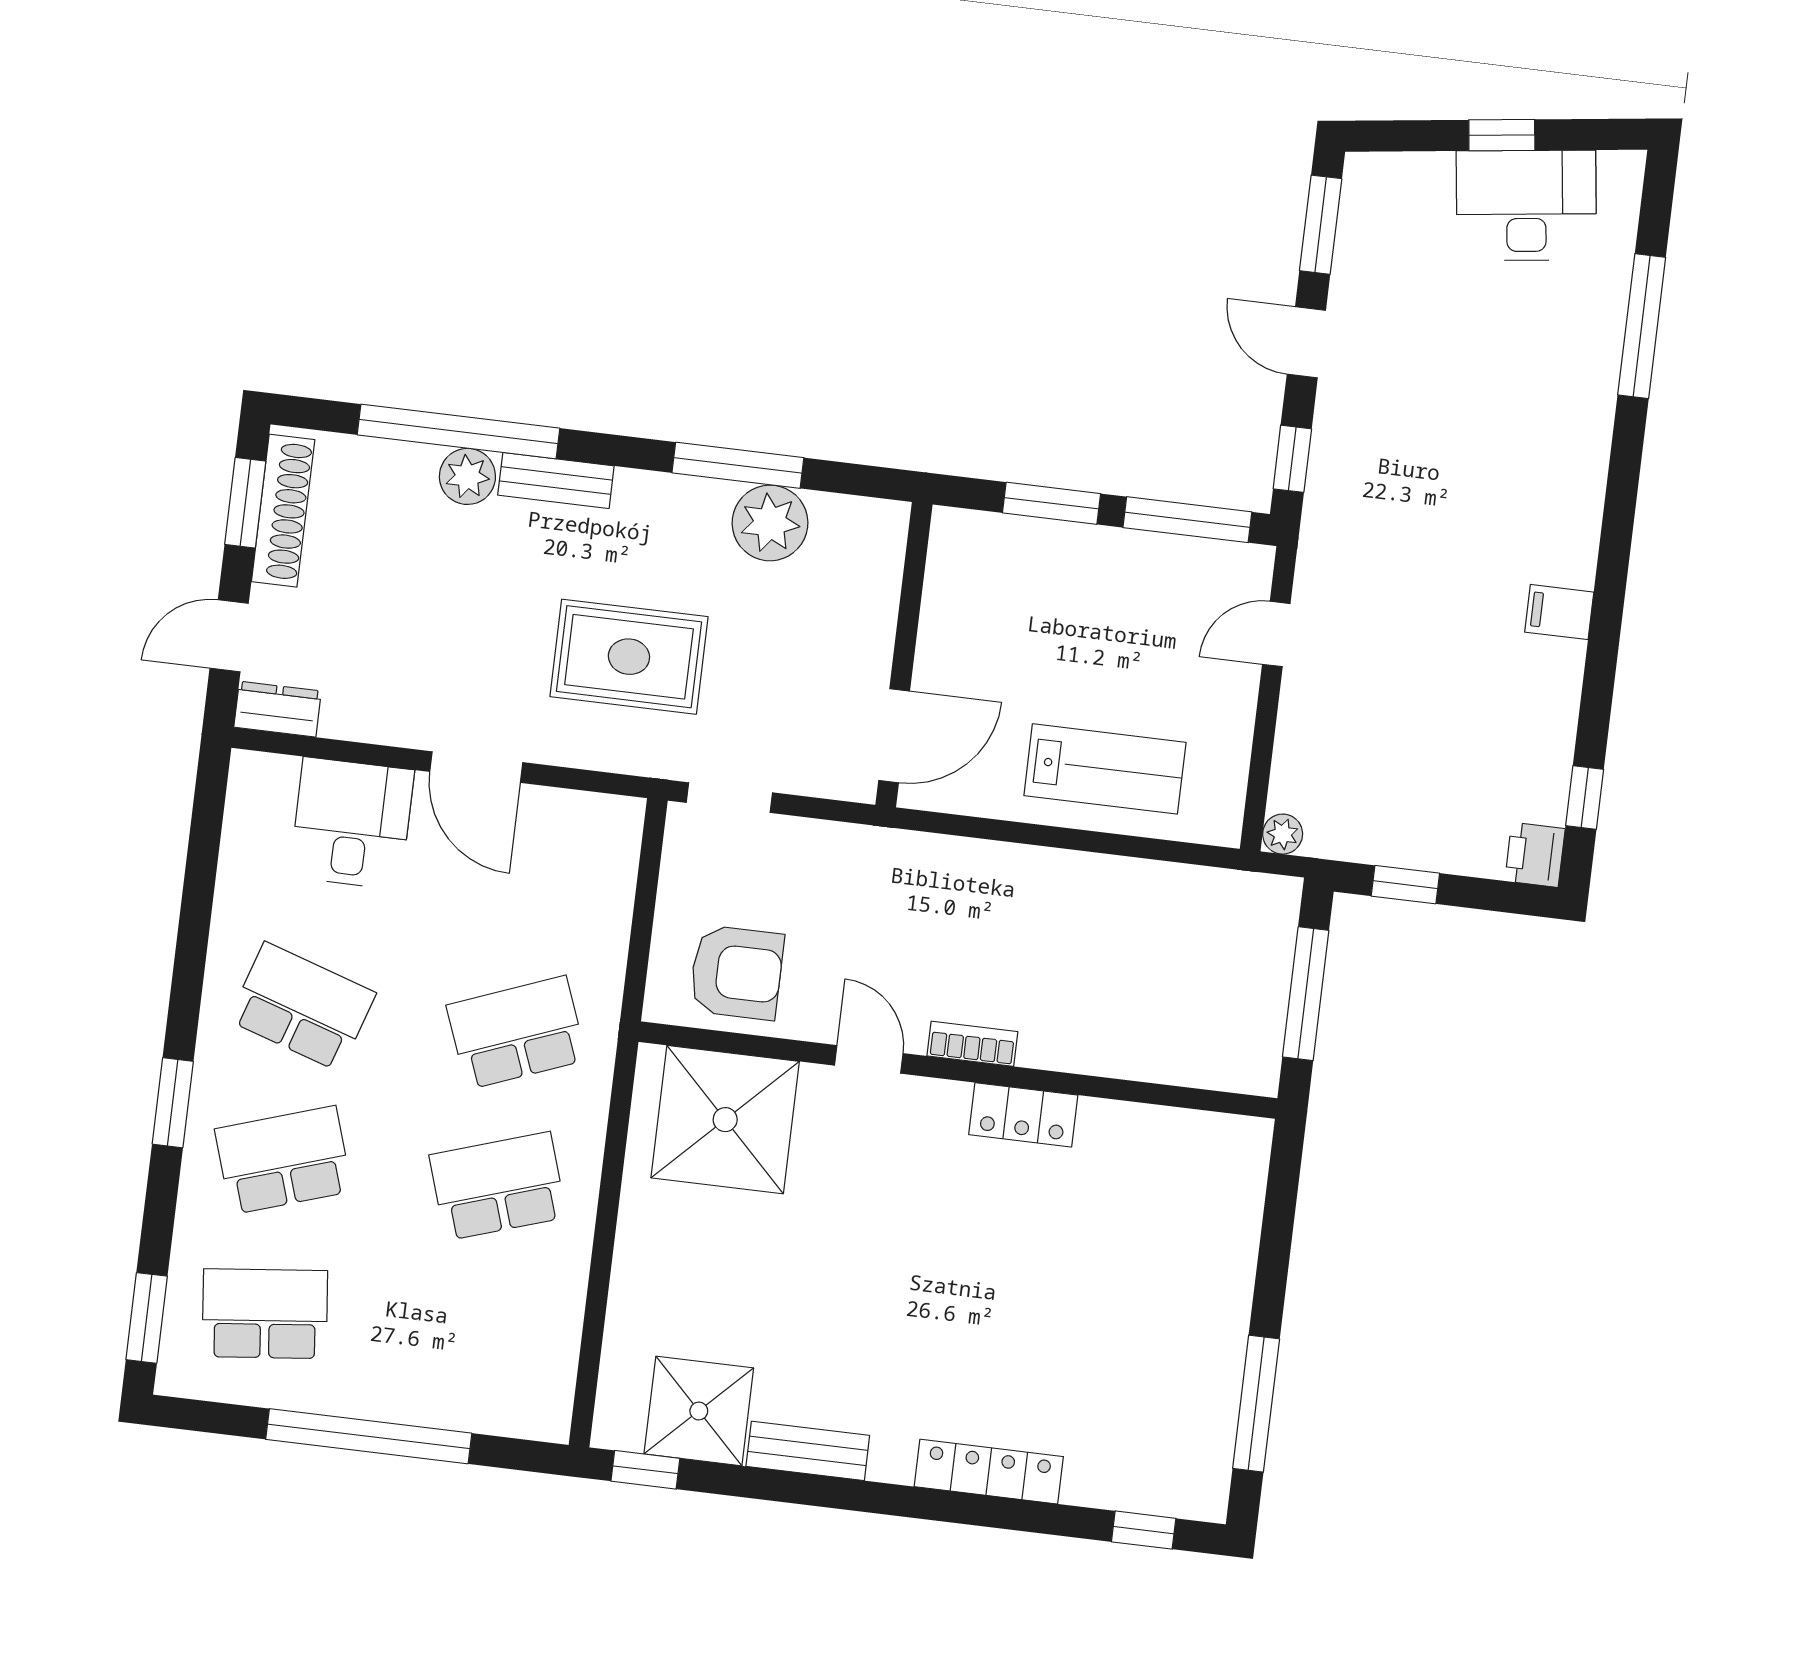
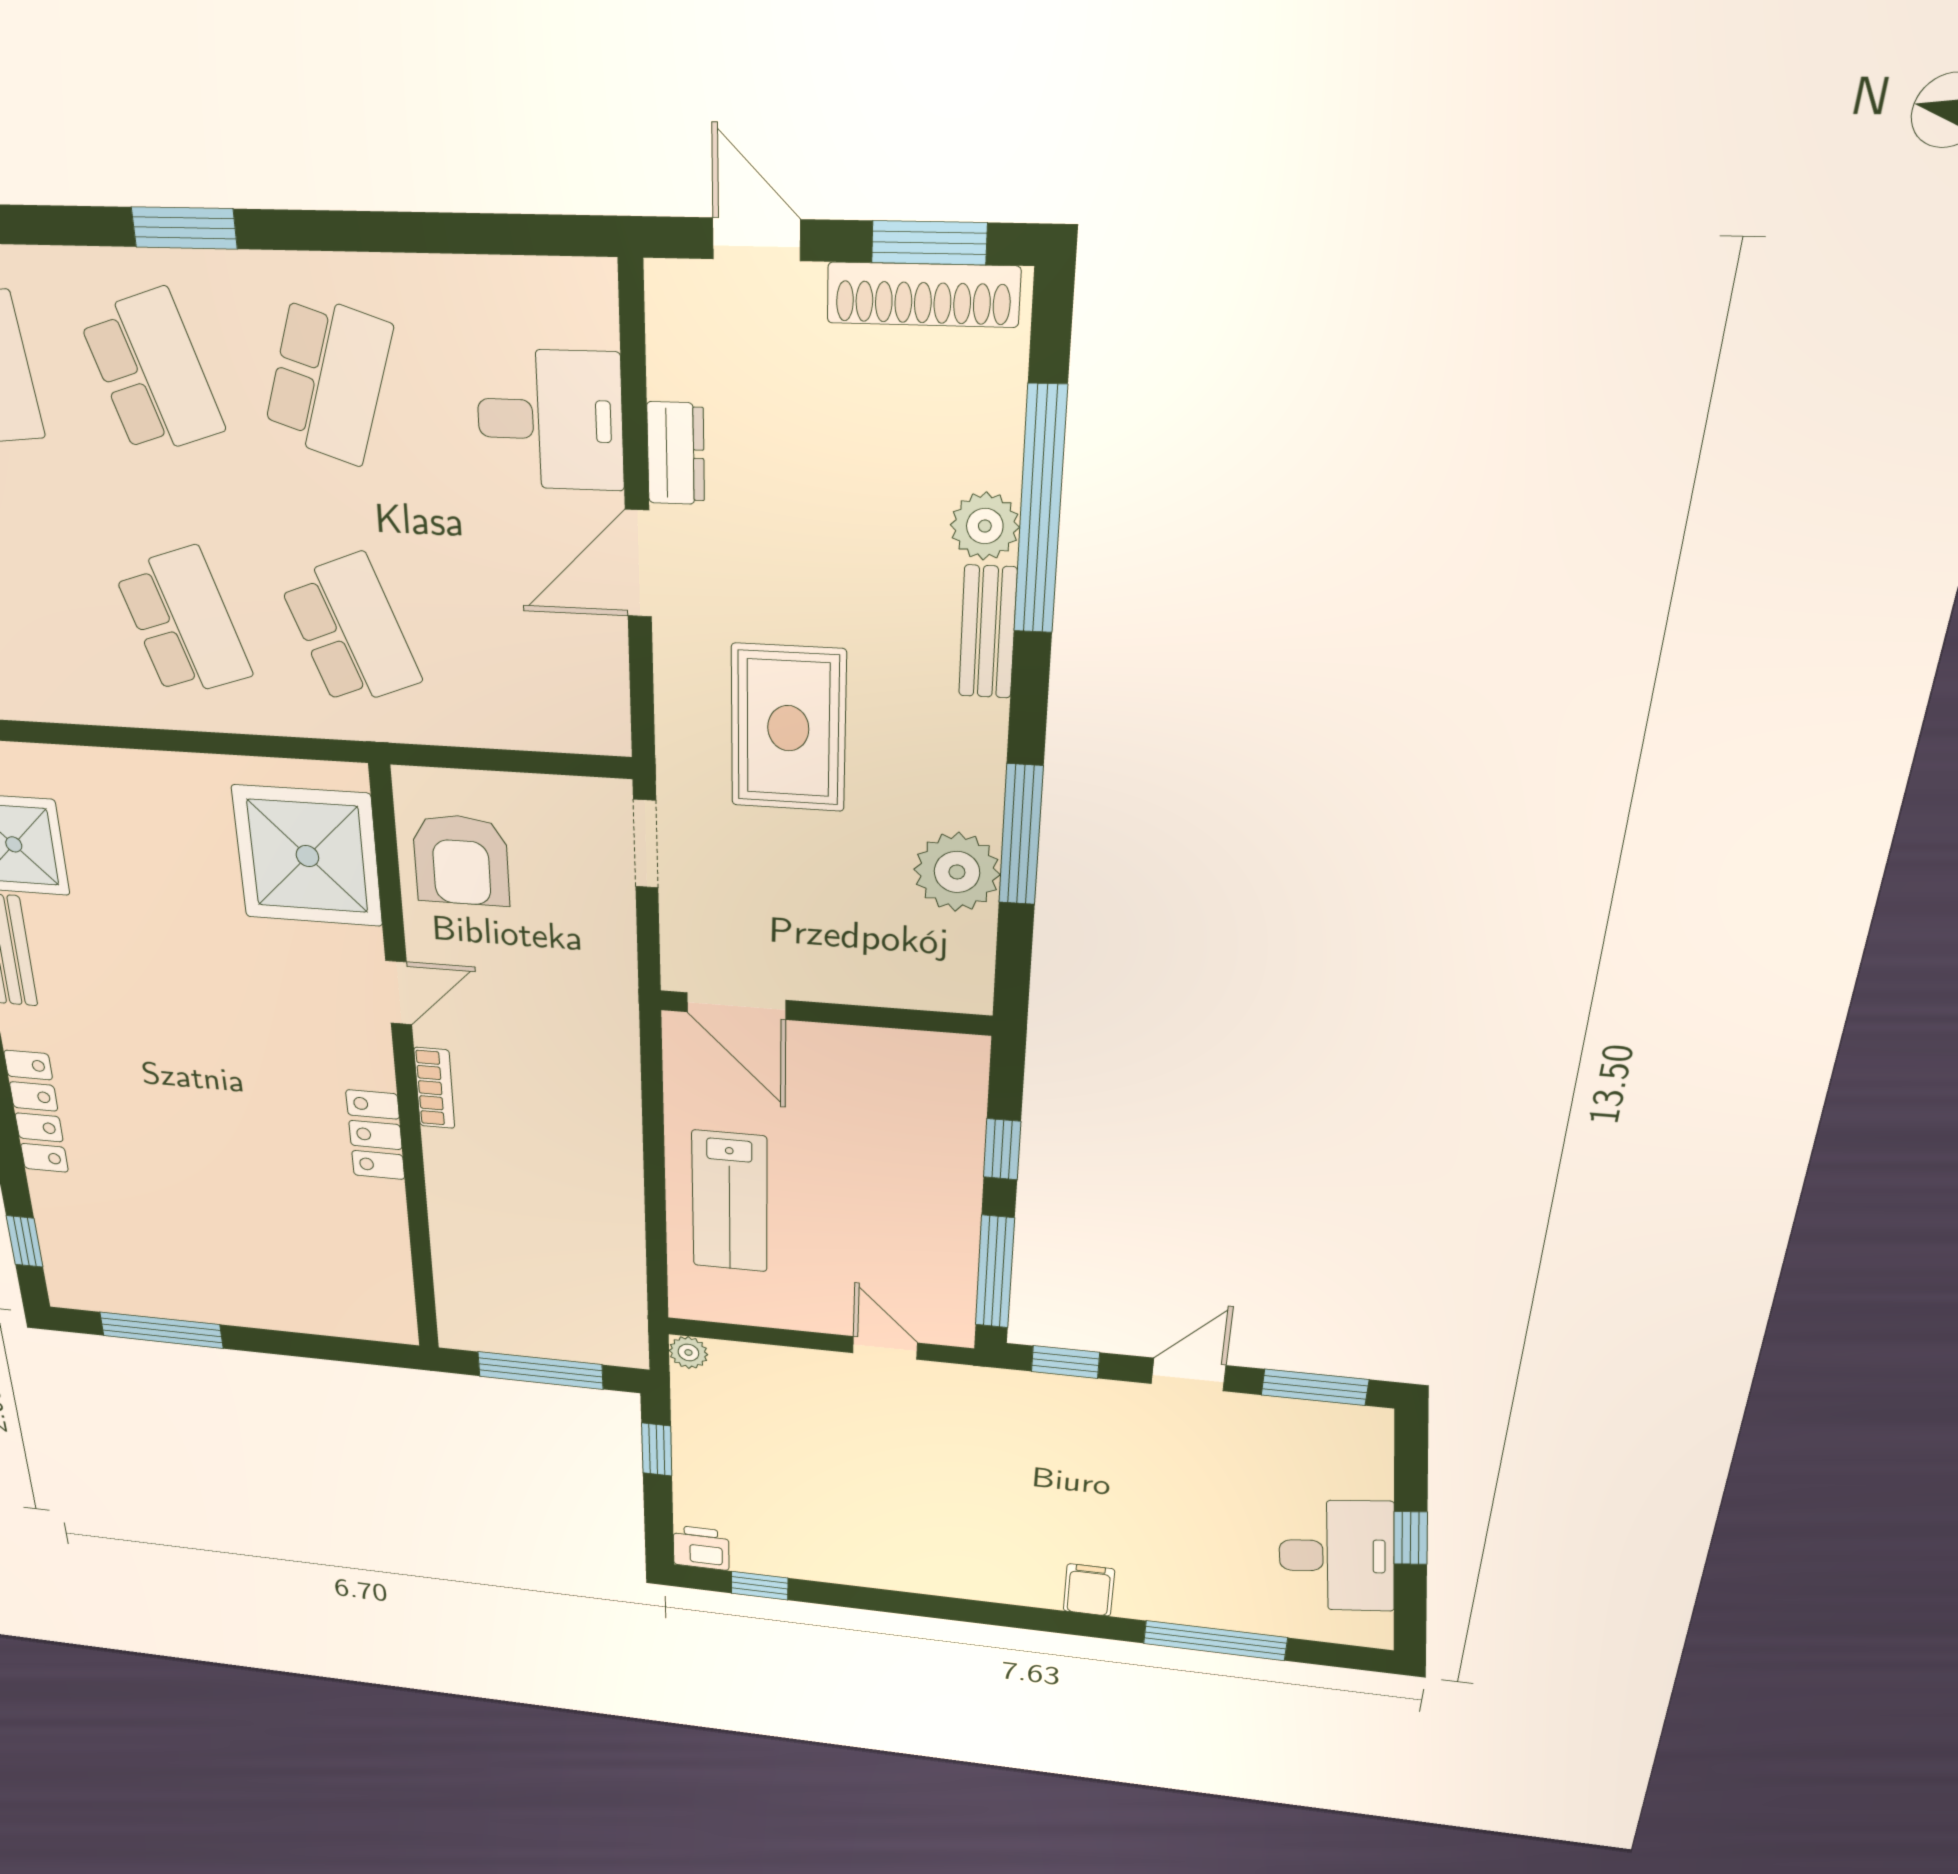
window: (1052, 503) -> (1002, 1149), width x0.67
filing cabinet: (1559, 612) -> (1089, 1590), moved
dresser: (278, 709) -> (676, 453), moved

